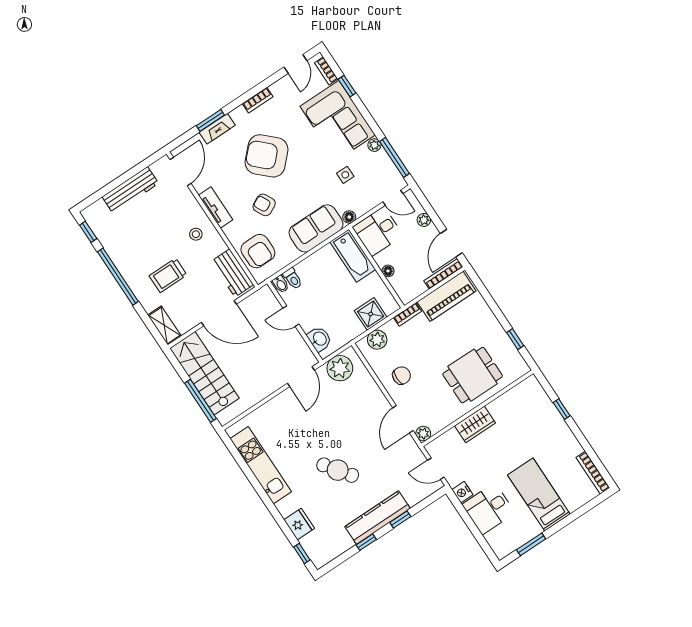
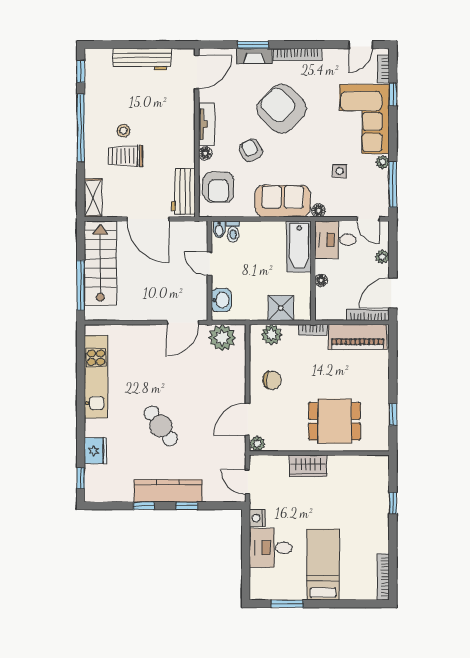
bookcase: (258, 100) -> (298, 55), width x1.56
floor lamp: (230, 231) -> (205, 153), added
stool: (196, 234) -> (123, 131), moved

